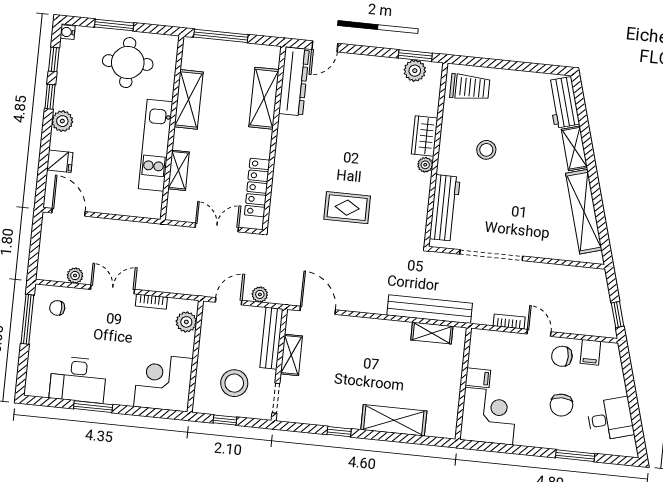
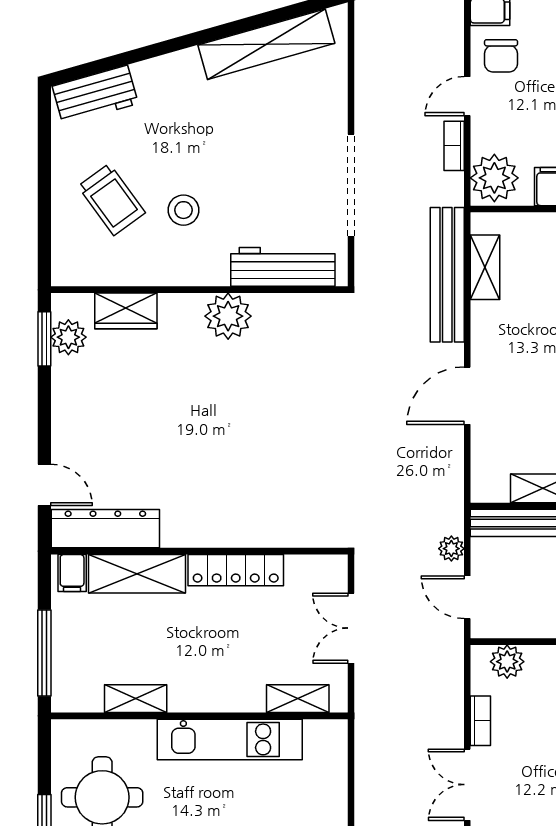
filing cabinet: (268, 58) -> (72, 573), added
trolley: (470, 87) -> (112, 200), moved, turned 144
shelving: (189, 99) -> (136, 699), width x0.67, depth x0.75
wardrobe: (425, 136) -> (126, 311), moved
shelving: (574, 148) -> (167, 70), removed
plant: (425, 165) -> (228, 316), width x1.87, depth x1.87
shelving: (179, 170) -> (298, 699), moved
locker: (257, 188) -> (236, 570), moved
rug: (347, 208) -> (298, 423), removed
door: (318, 310) -> (467, 396), moved
plant: (487, 344) -> (494, 178), added

